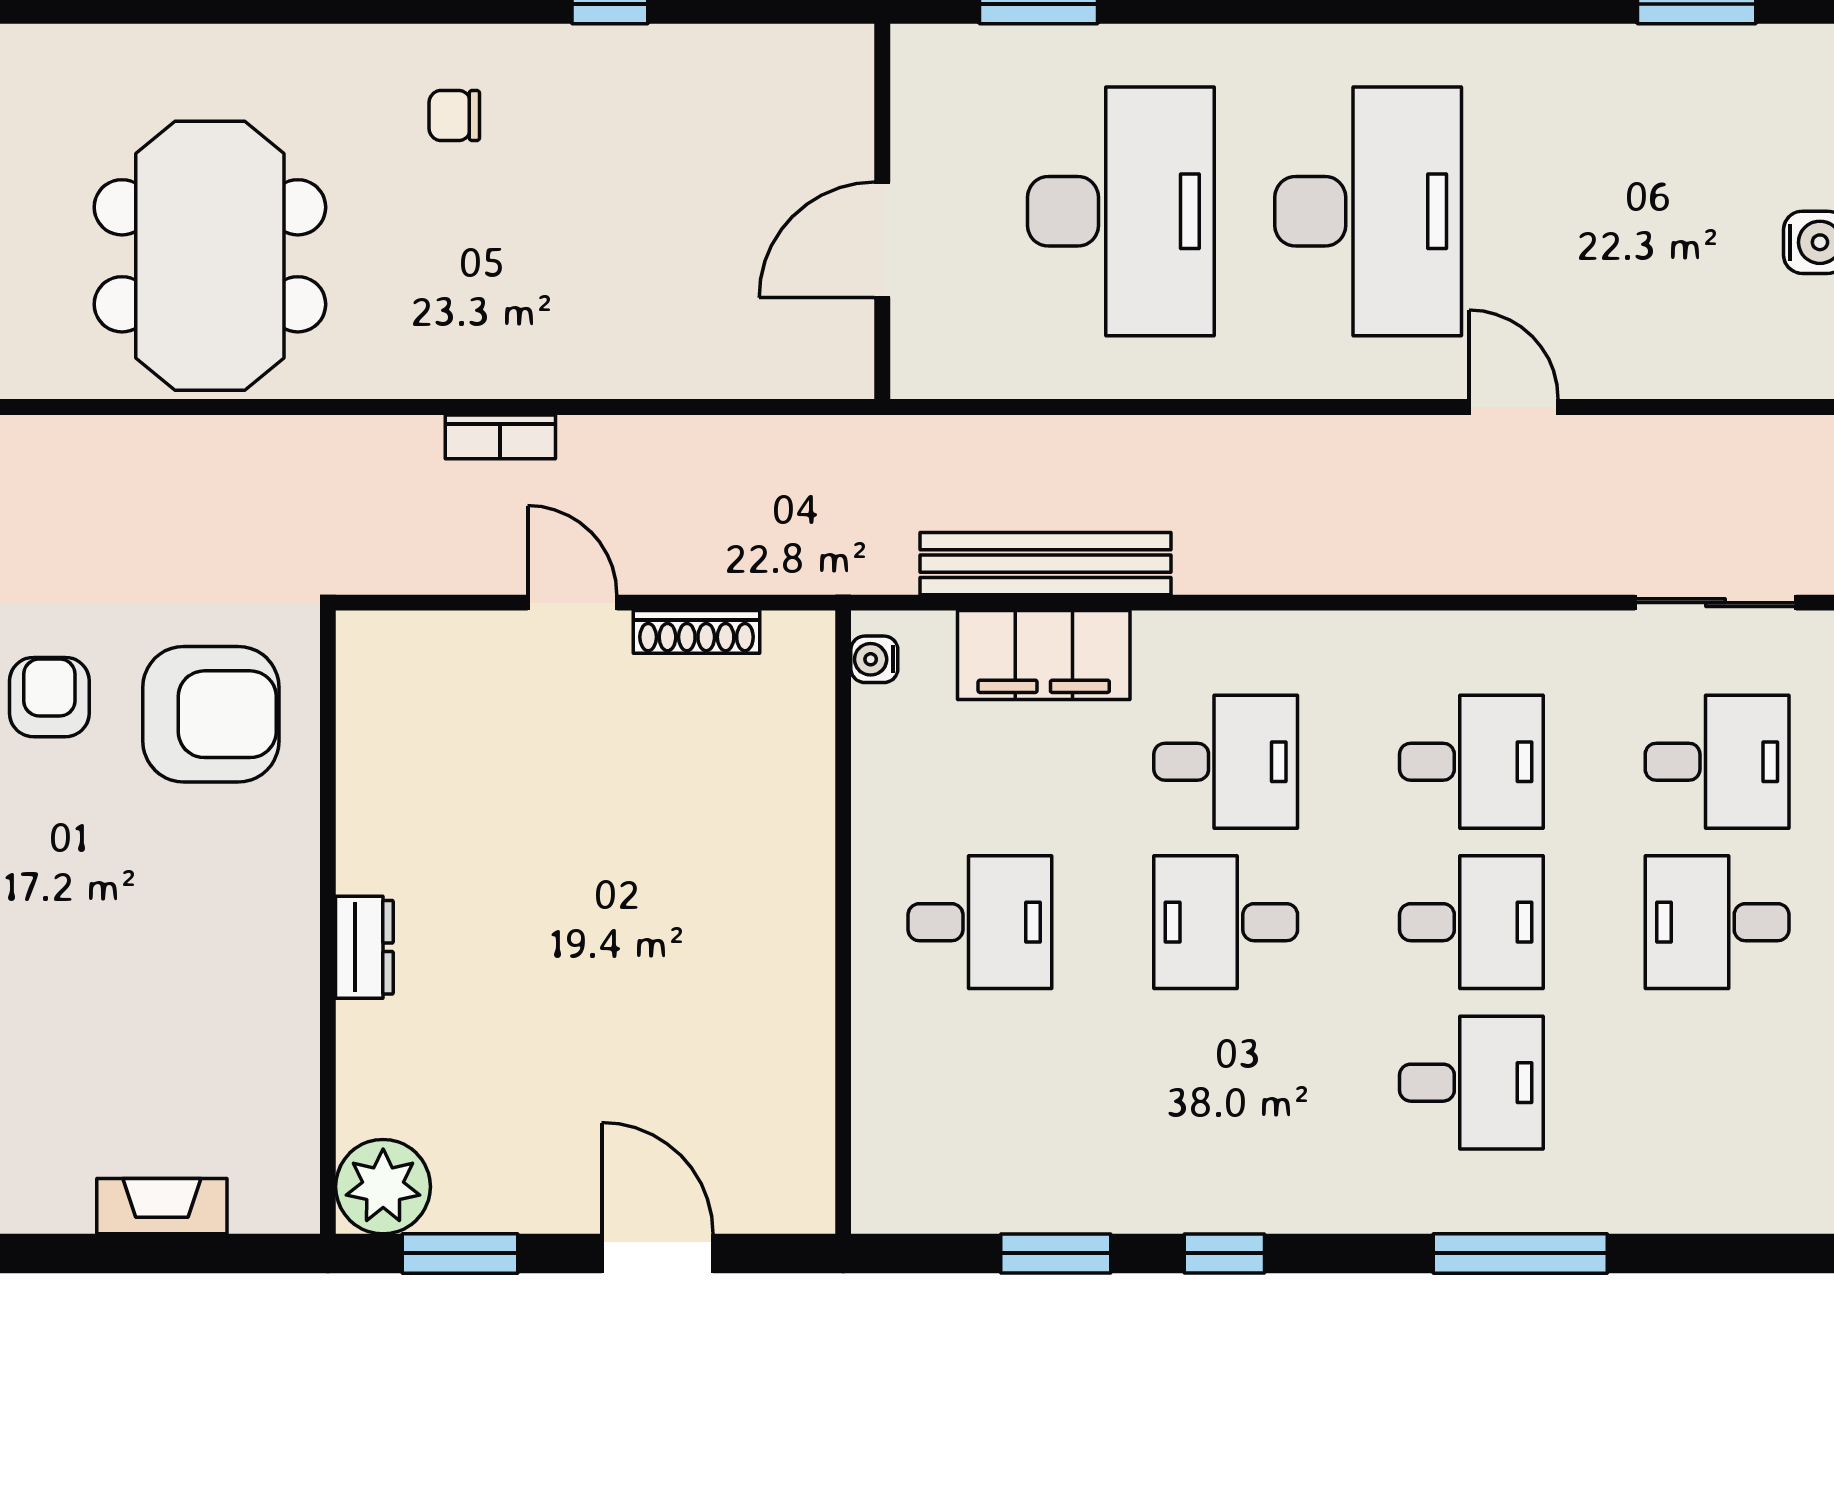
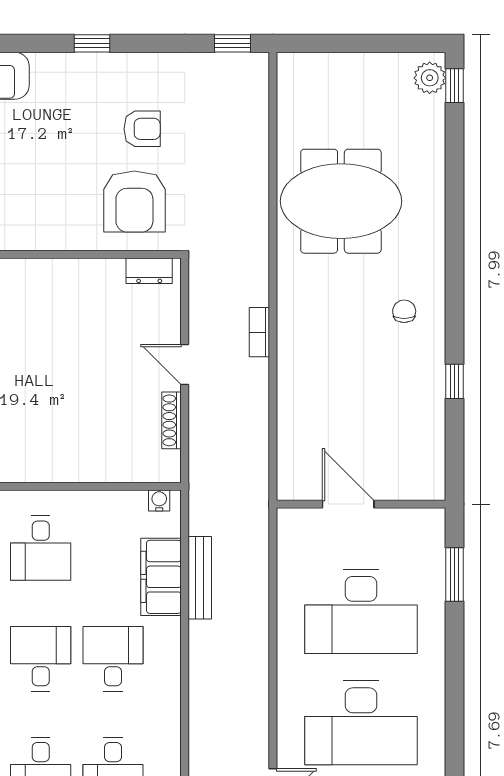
bench: (1046, 564) -> (200, 578), width x0.73, depth x0.82
door: (572, 603) -> (185, 364), swing flipped
desk: (1226, 762) -> (113, 659), turned 180
dresser: (364, 947) -> (149, 271), moved

